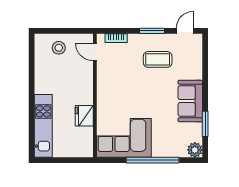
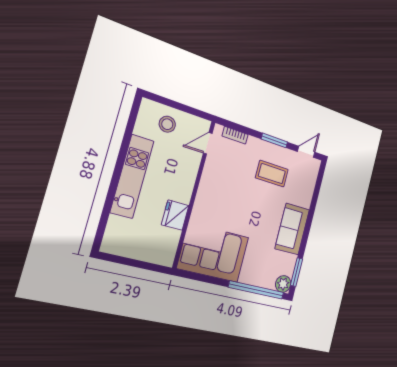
door: (95, 52) -> (208, 143), hinge flipped
window: (205, 124) -> (297, 272), moved
kitchen unit: (43, 126) -> (132, 176), moved
window: (153, 160) -> (256, 290), moved

